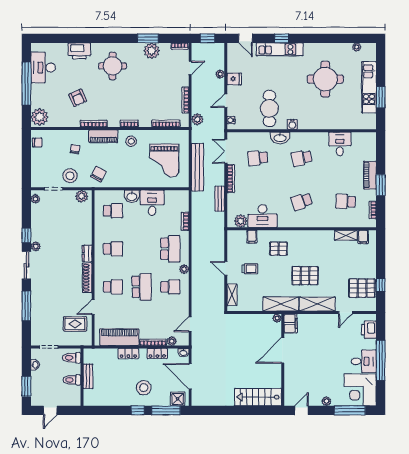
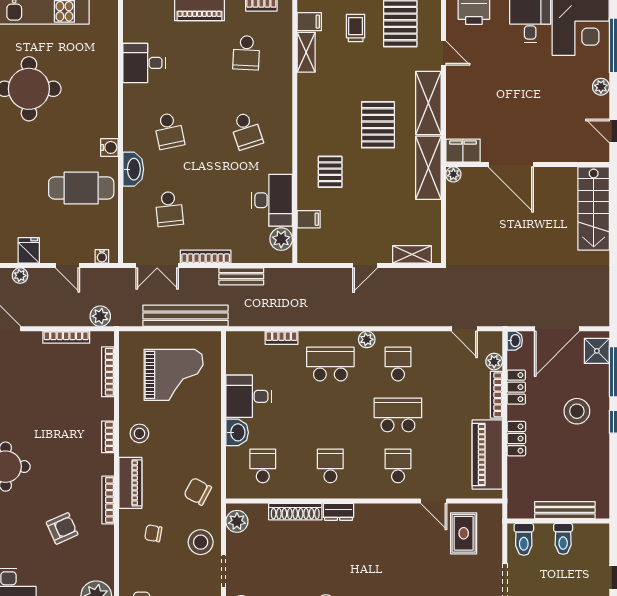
trolley: (250, 269) -> (356, 28), moved
shoe rack: (87, 278) -> (295, 512), moved
bench: (88, 376) -> (565, 510), width x1.36

